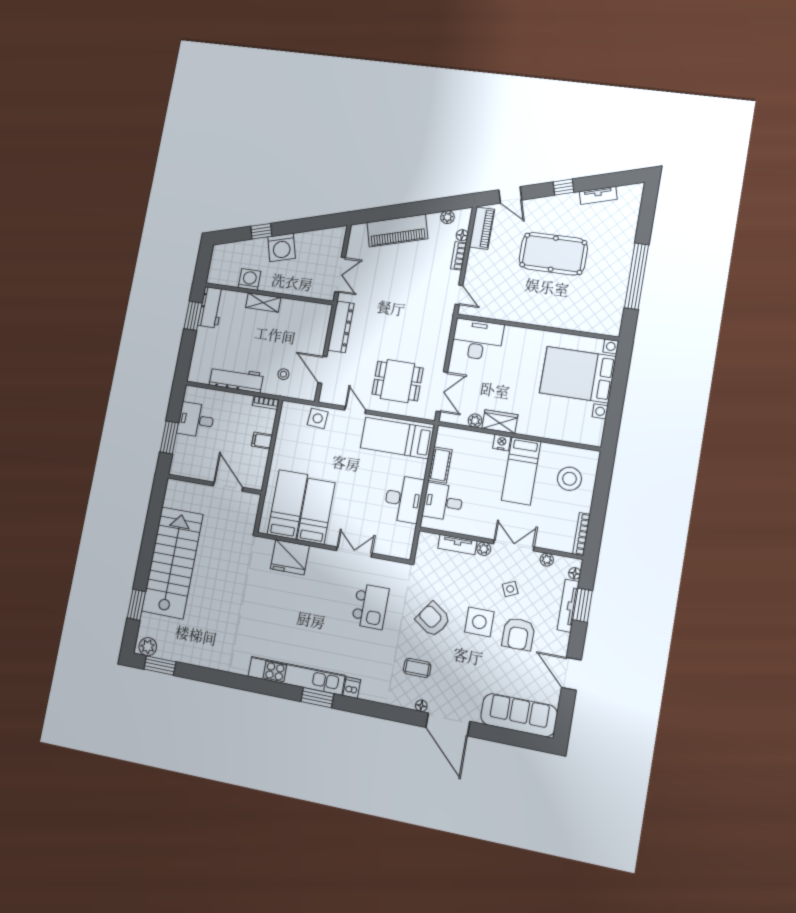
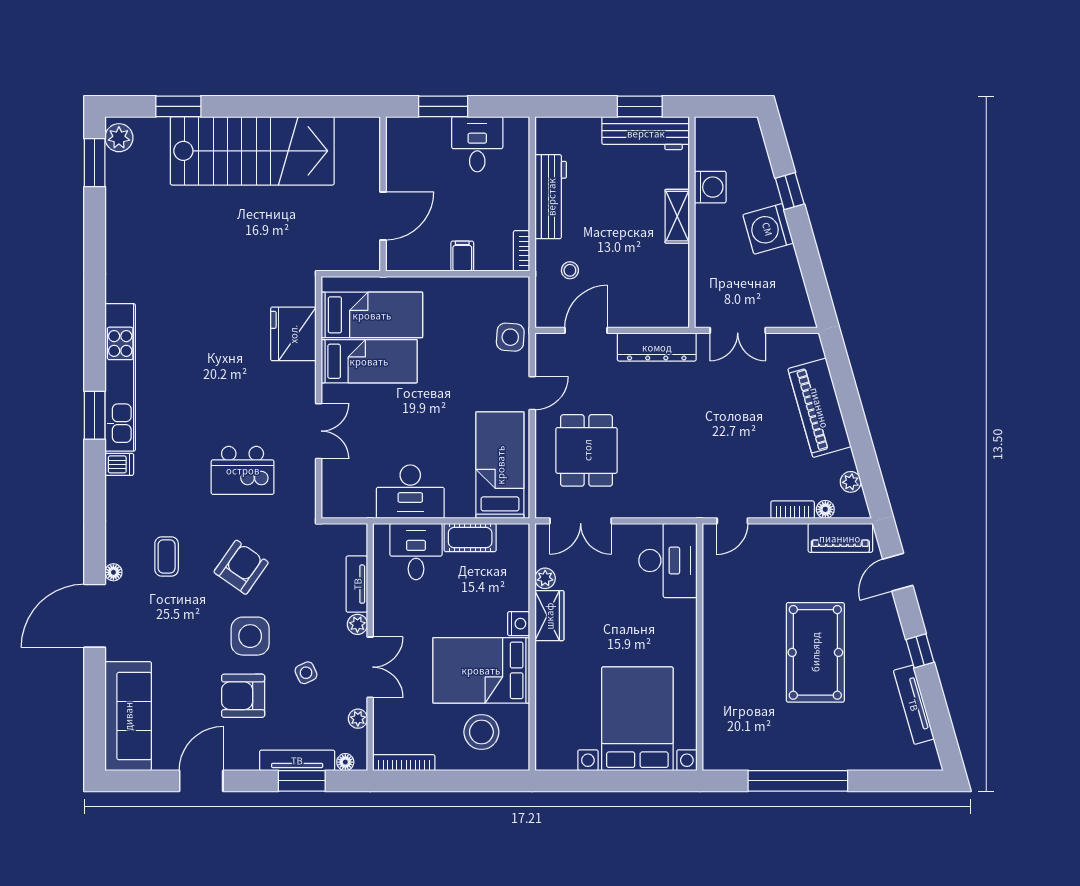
tv unit: (598, 195) -> (914, 705), width x1.41
workbench: (211, 307) -> (646, 133), width x1.37
bed: (521, 471) -> (481, 670), width x1.50

